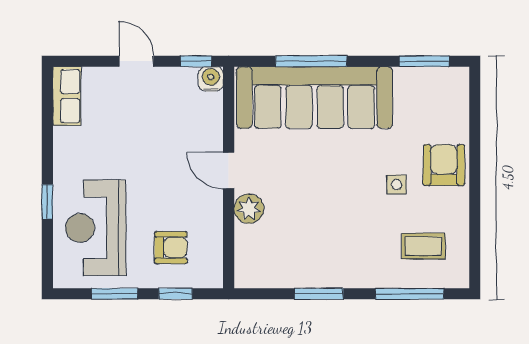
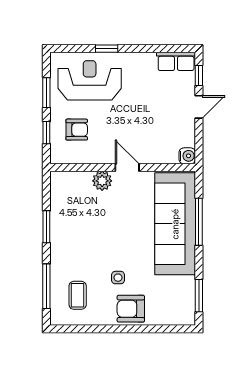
window: (196, 61) -> (199, 75), moved
armchair: (444, 165) -> (131, 309), turned 180
door: (229, 170) -> (127, 167), hinge flipped
armchair: (171, 248) -> (77, 130), turned -90

